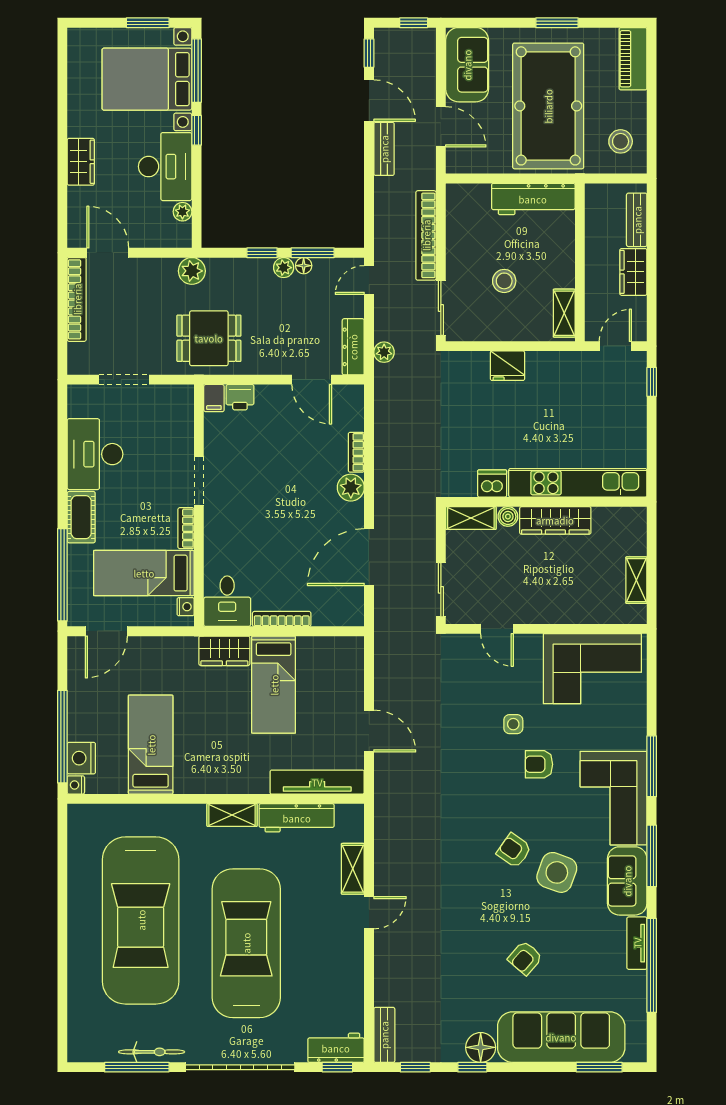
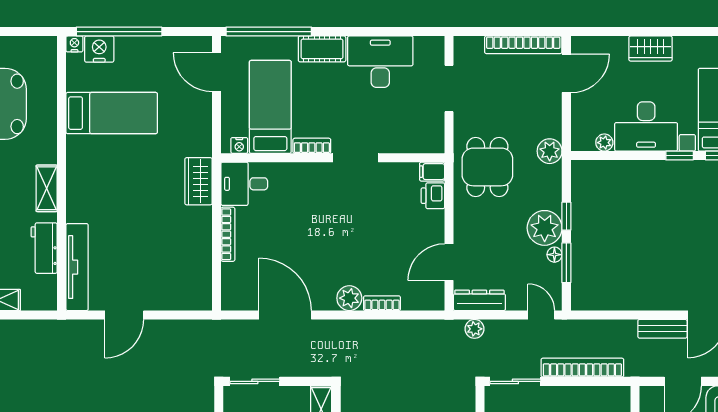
plant: (284, 268) -> (545, 228), width x1.88, depth x1.88
bed: (274, 685) -> (167, 227), removed
workbench: (297, 818) -> (44, 248), width x0.73

